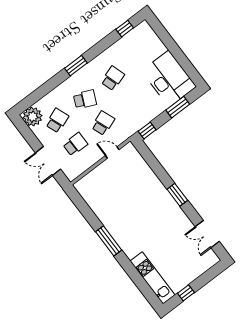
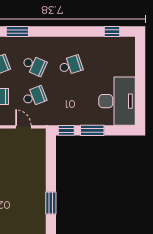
window: (76, 66) -> (17, 32), moved
window: (178, 107) -> (92, 130), moved

